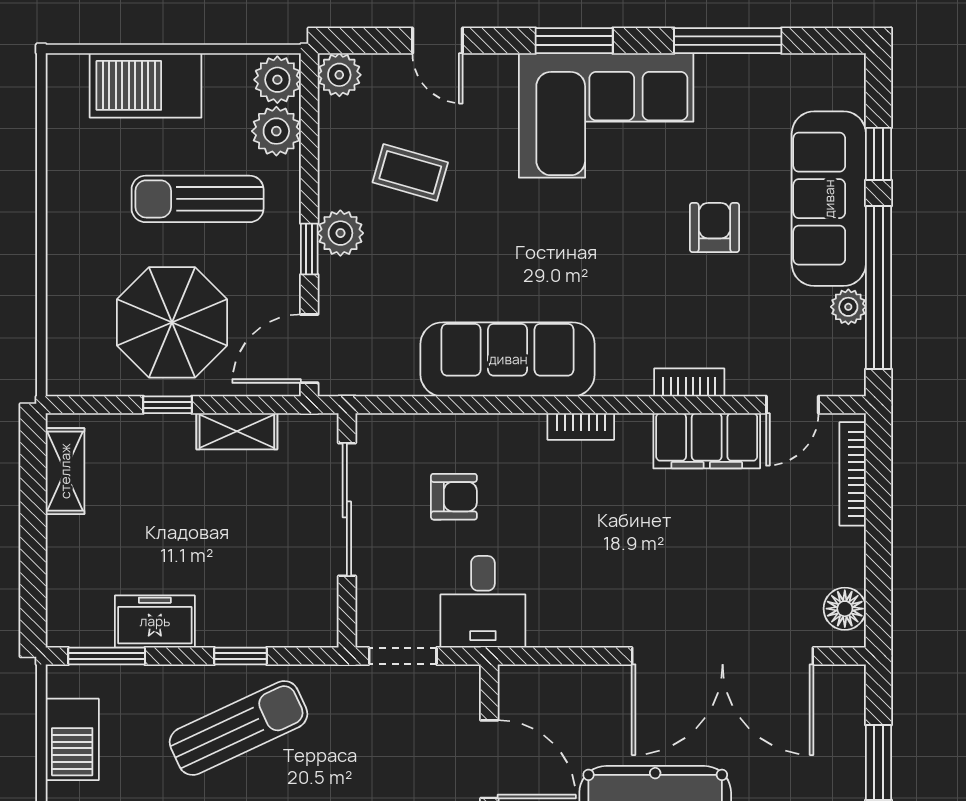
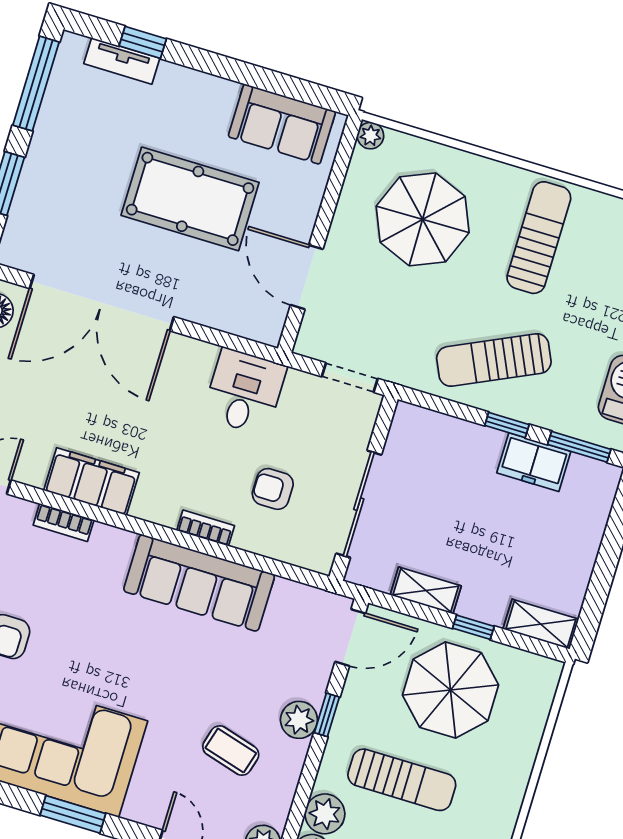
bookcase: (581, 426) -> (206, 528), moved
filing cabinet: (707, 441) -> (92, 481), moved
shelving: (65, 471) -> (541, 624), moved, turned 90
desk: (483, 602) -> (244, 392), moved
window: (241, 656) -> (507, 425), moved
double door: (723, 656) -> (102, 303), swing flipped

